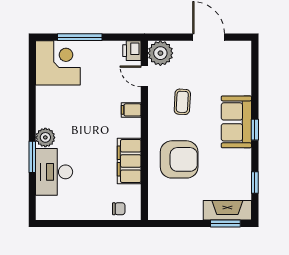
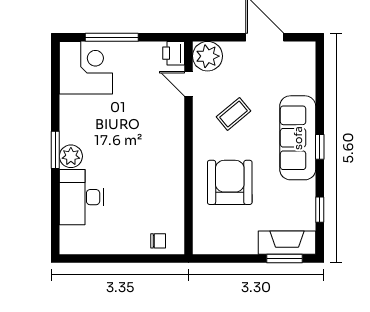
coffee table: (182, 102) -> (233, 114), turned 47
filing cabinet: (131, 110) -> (173, 124), removed
sofa: (236, 122) -> (298, 138), width x1.36
window: (32, 157) -> (55, 150), moved
armchair: (179, 159) -> (230, 182), turned -90
filing cabinet: (129, 161) -> (170, 184), removed

